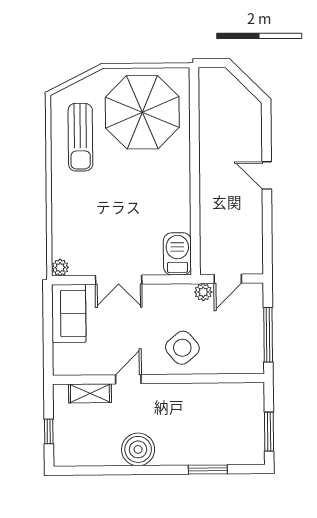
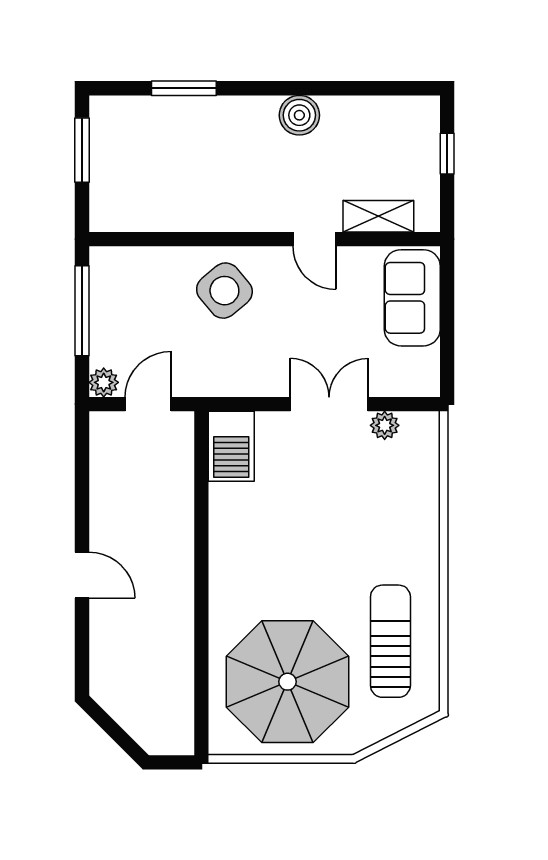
plant: (60, 267) -> (385, 425), moved
plant: (203, 292) -> (104, 382), moved
sofa: (69, 313) -> (412, 298), moved
door: (128, 379) -> (314, 239), hinge flipped
boiler: (138, 449) -> (299, 115), width x0.73, depth x0.73

